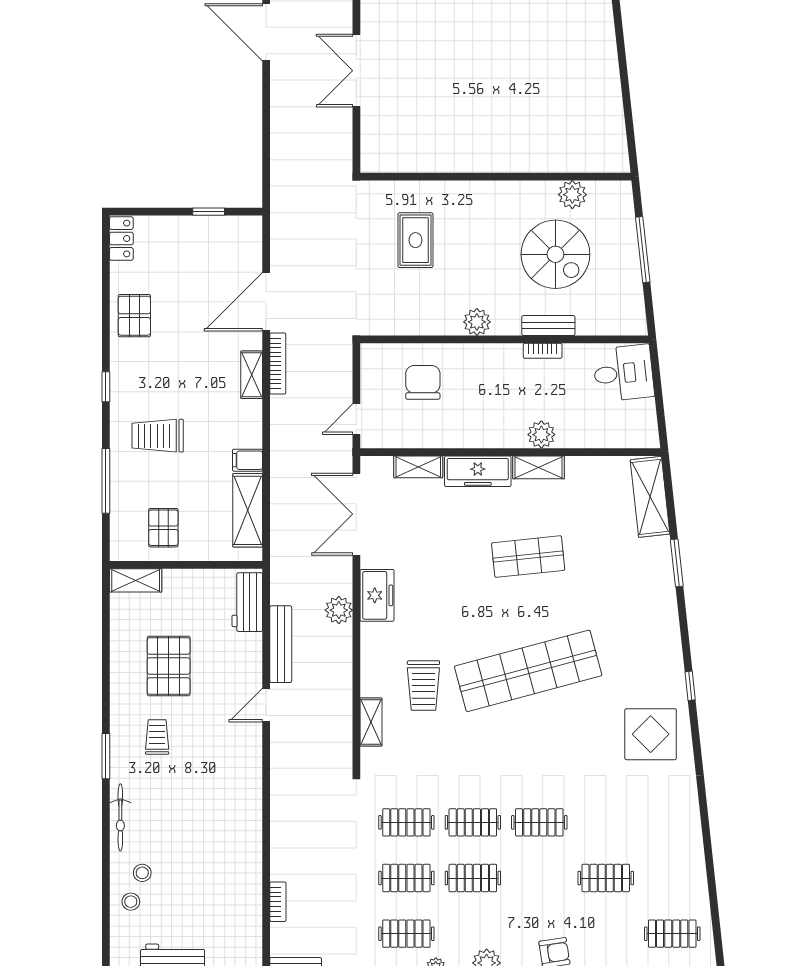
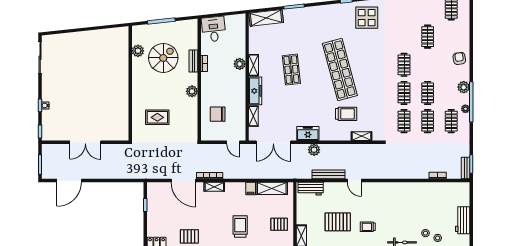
trolley: (158, 436) -> (240, 227), turned 180

